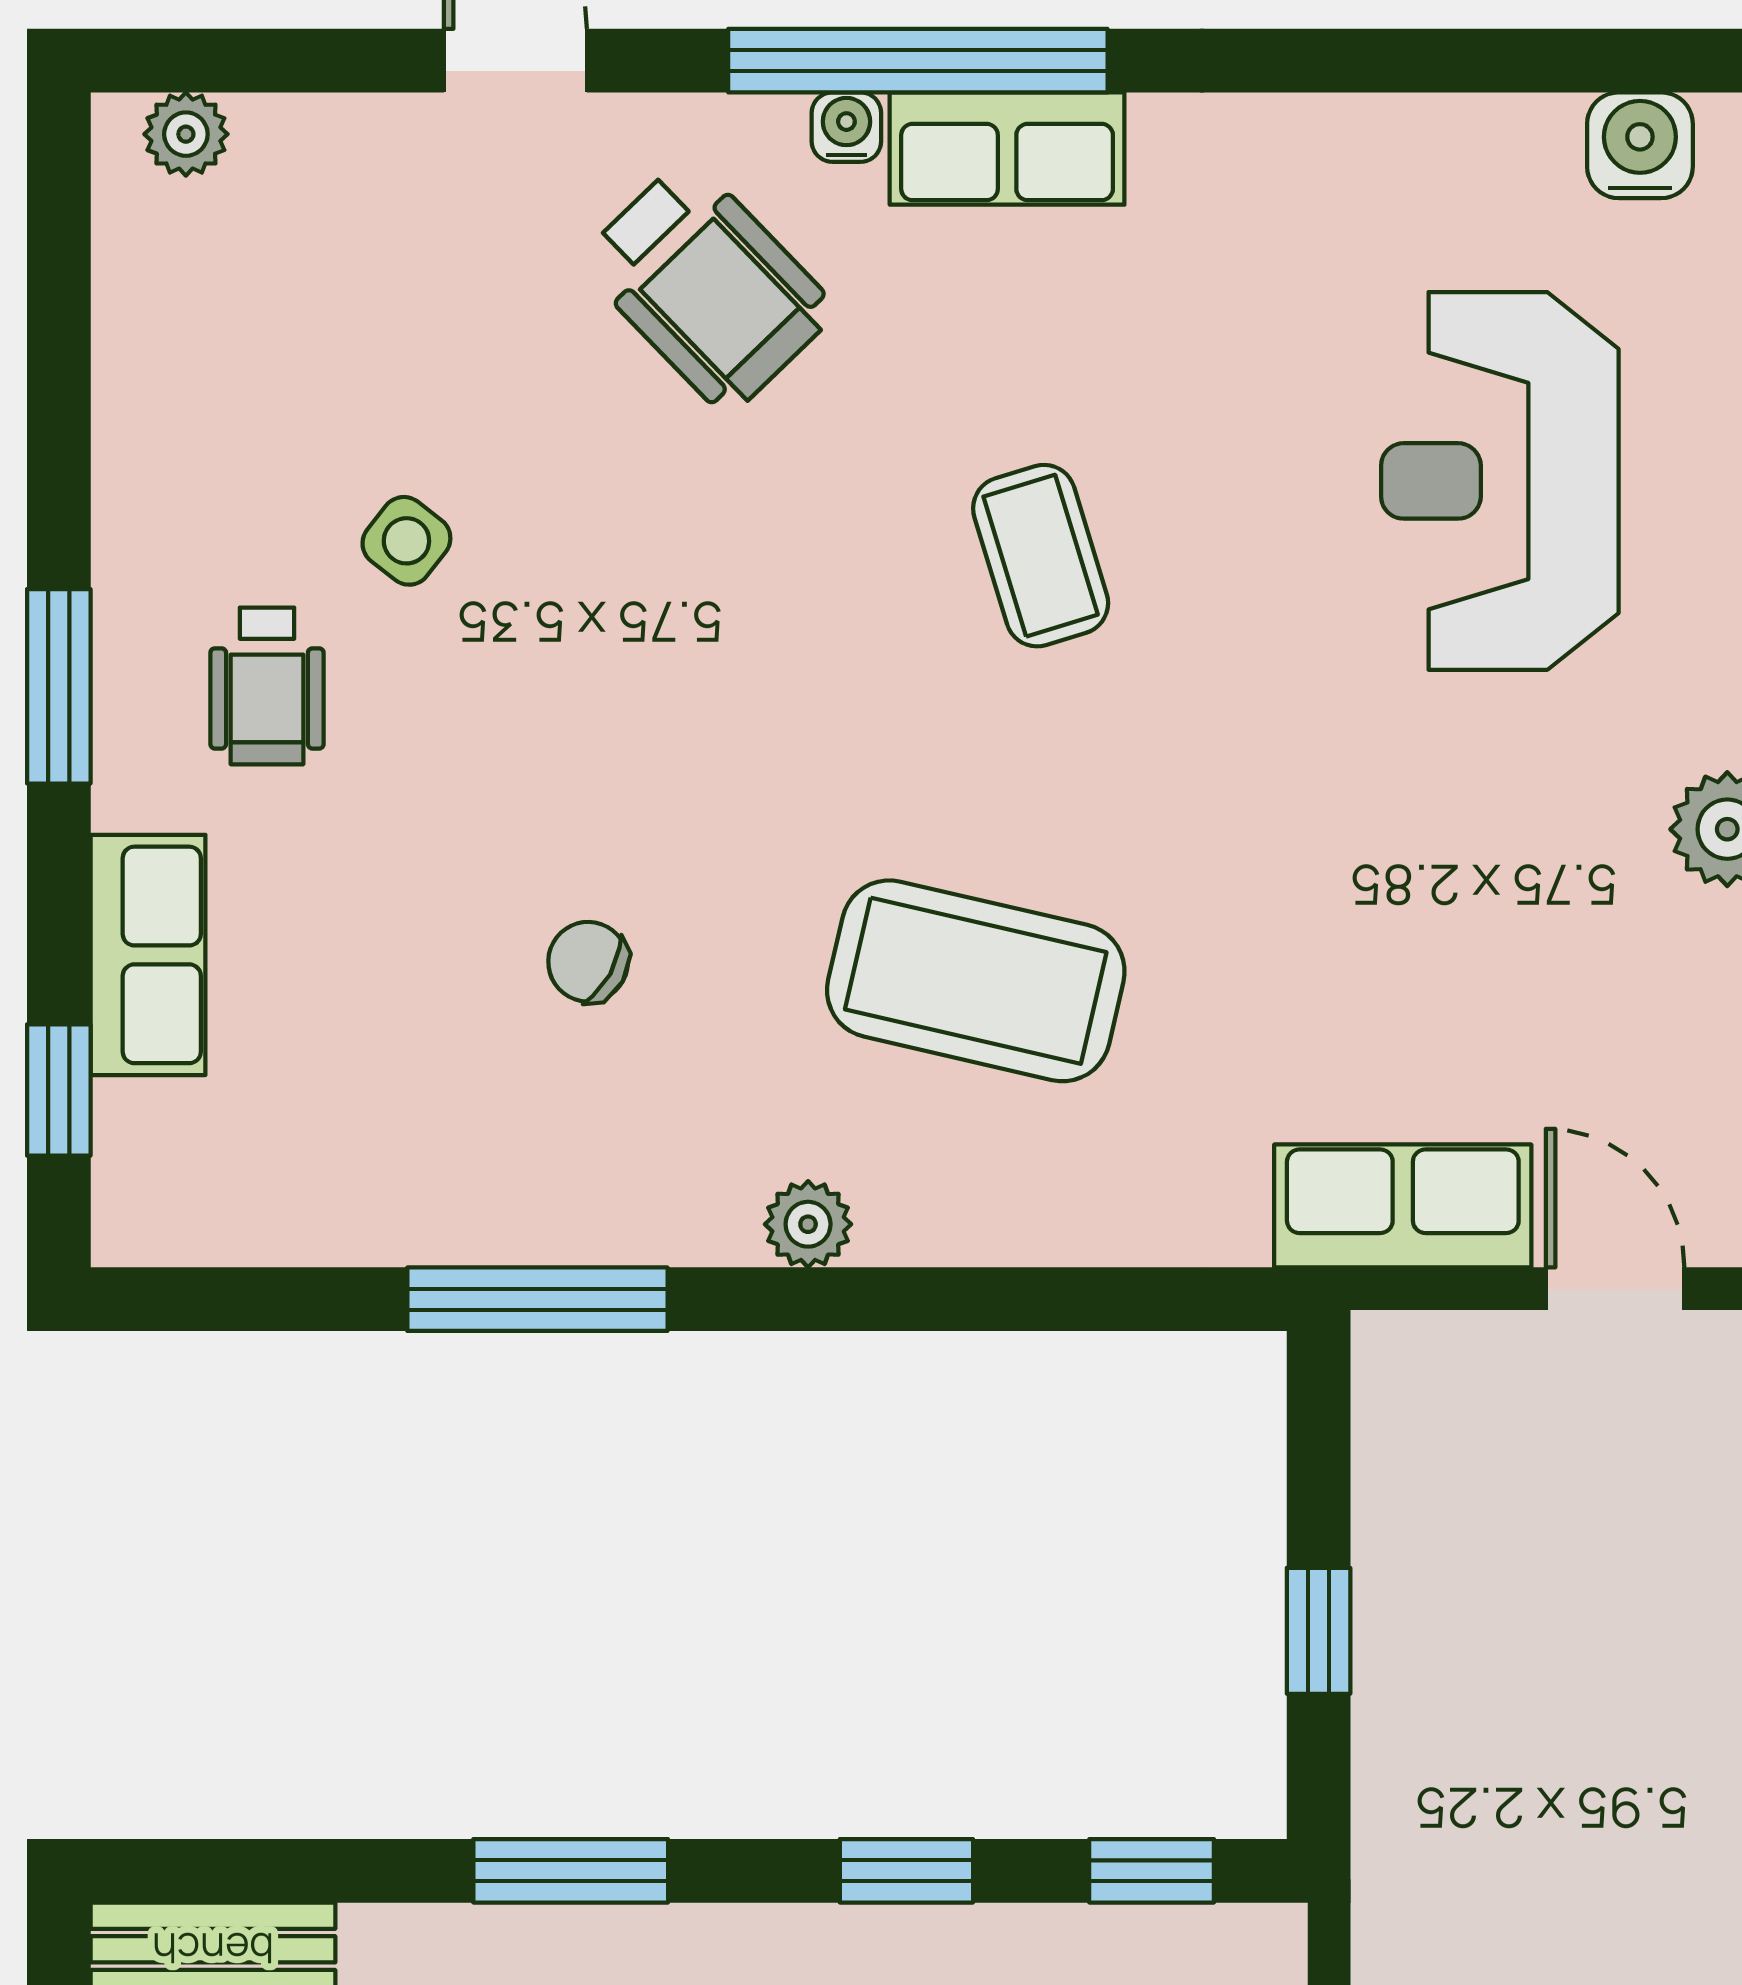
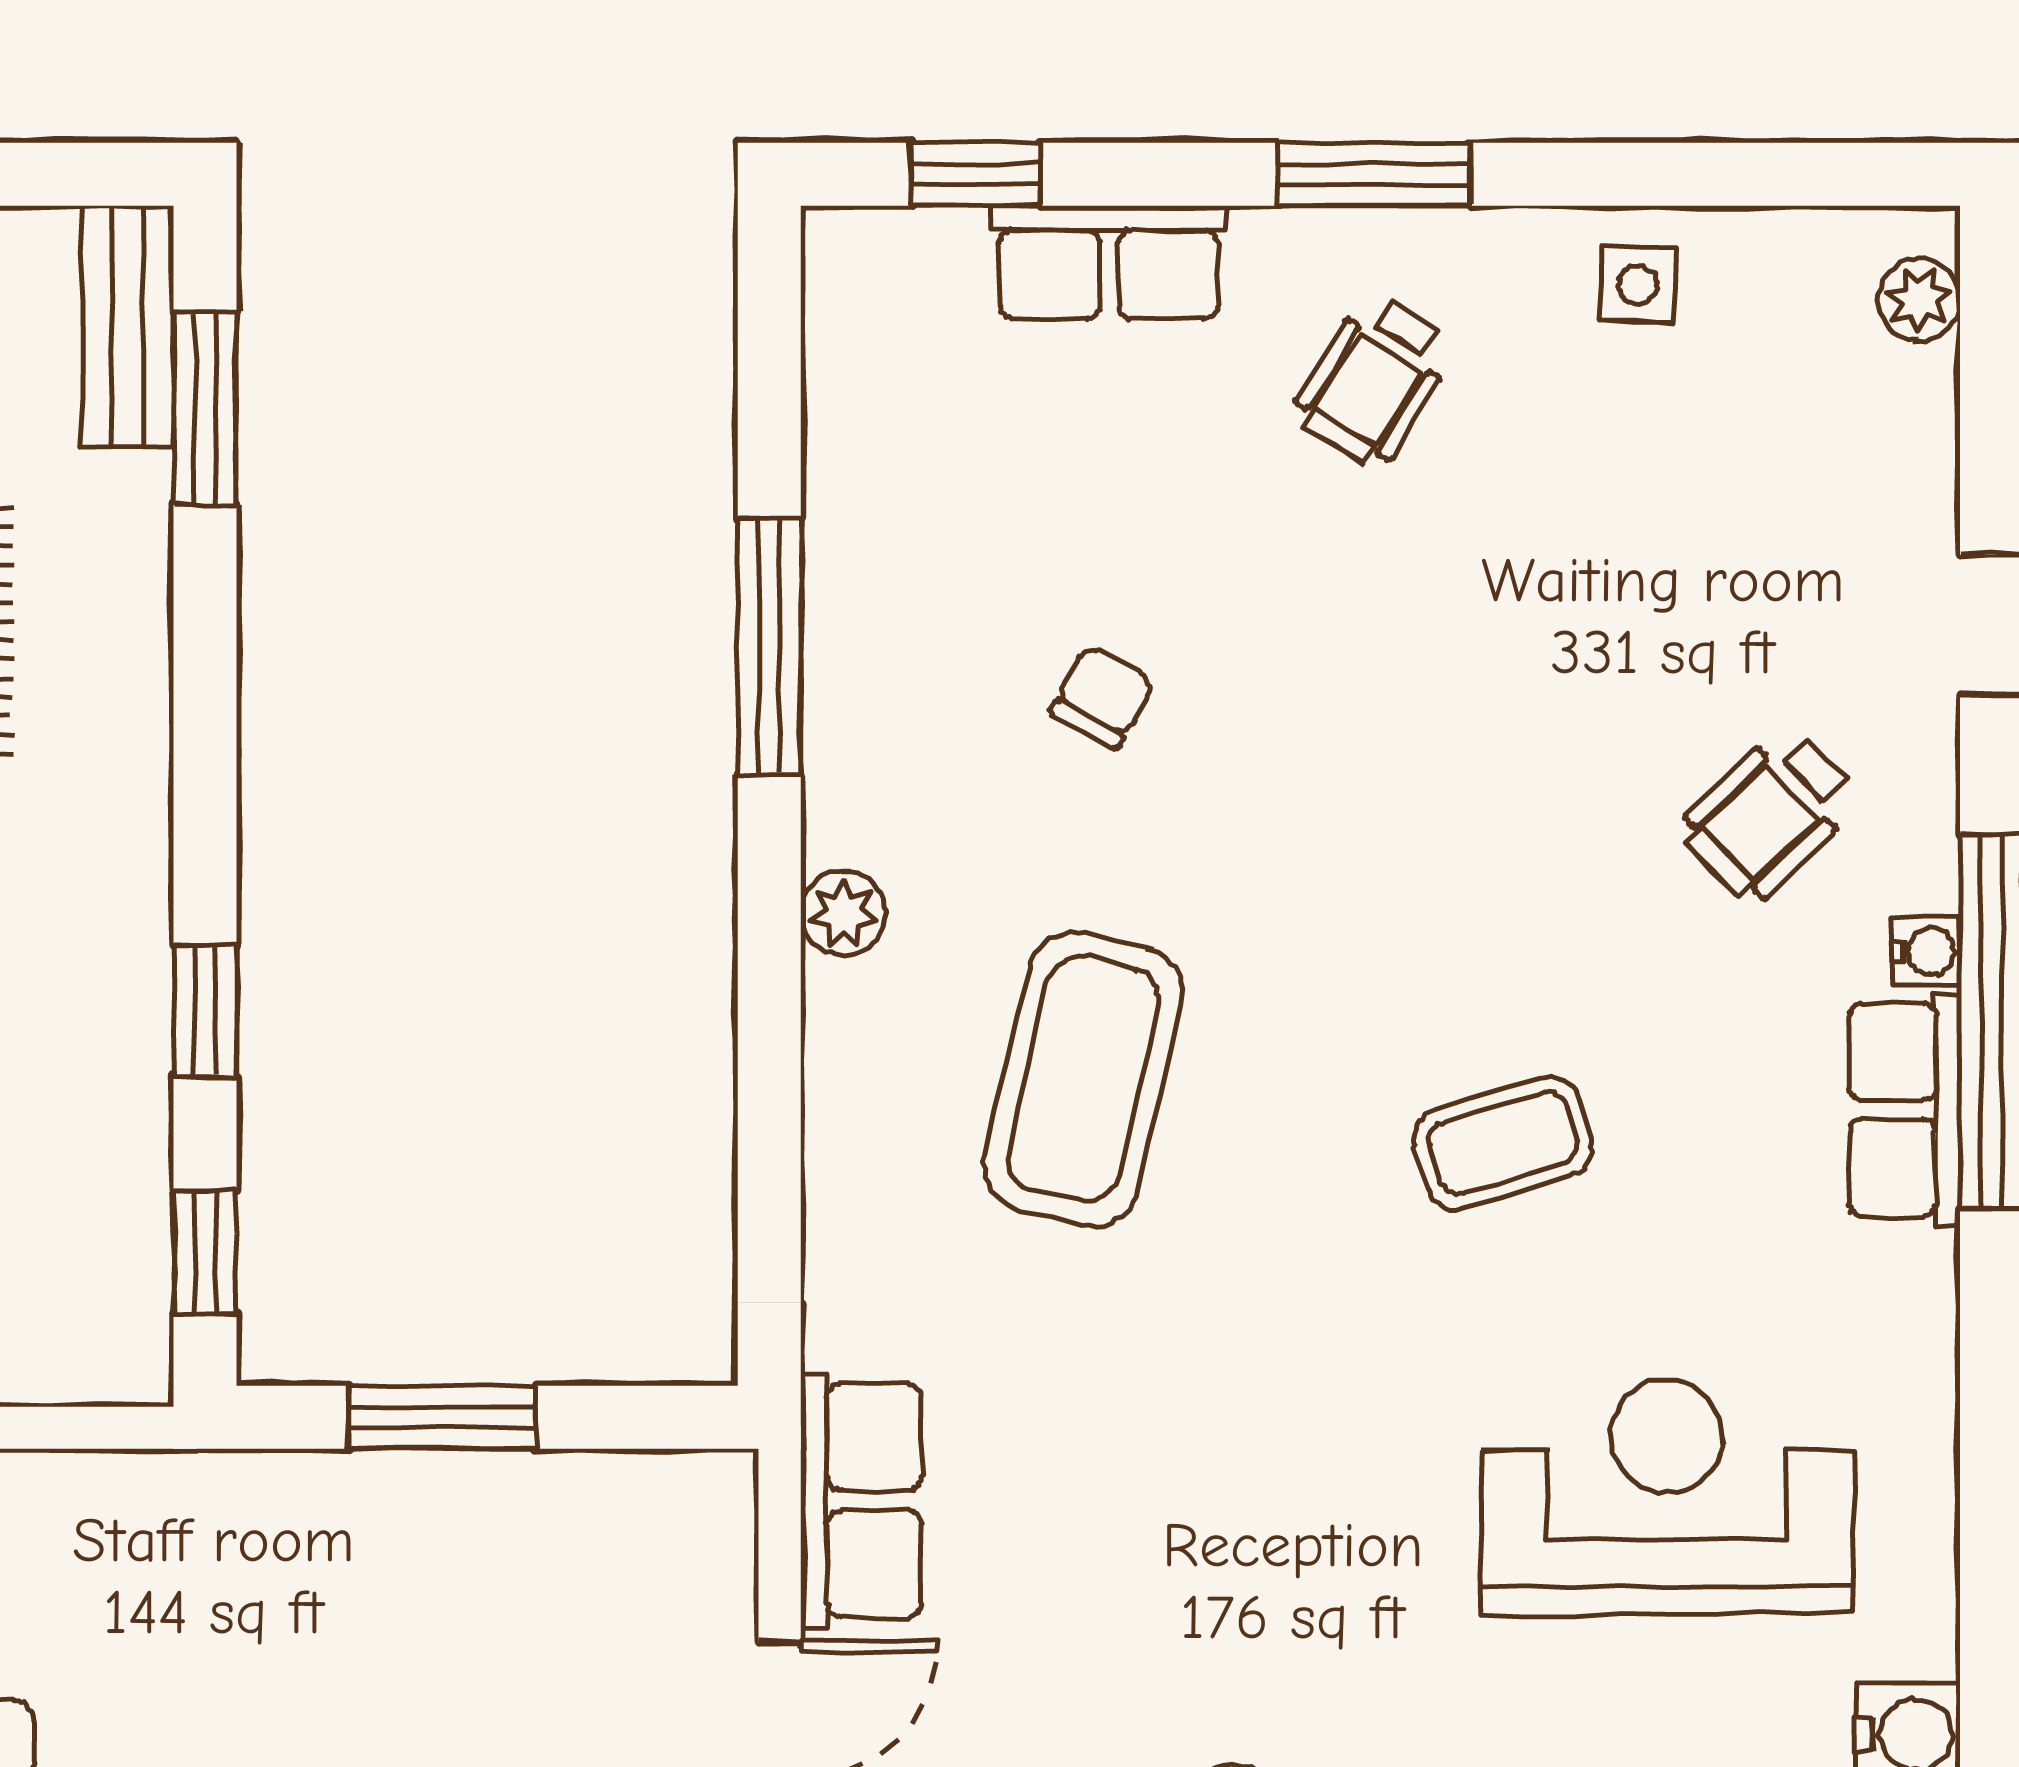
wheelchair: (707, 286) -> (1769, 814), width x0.73, depth x0.73
reception desk: (1500, 481) -> (1667, 1497), moved
side table: (406, 541) -> (1638, 285), moved, turned -35
wheelchair: (267, 686) -> (1374, 380), turned -58
window: (1319, 1631) -> (442, 1417), width x1.50
window: (571, 1871) -> (205, 409), moved

